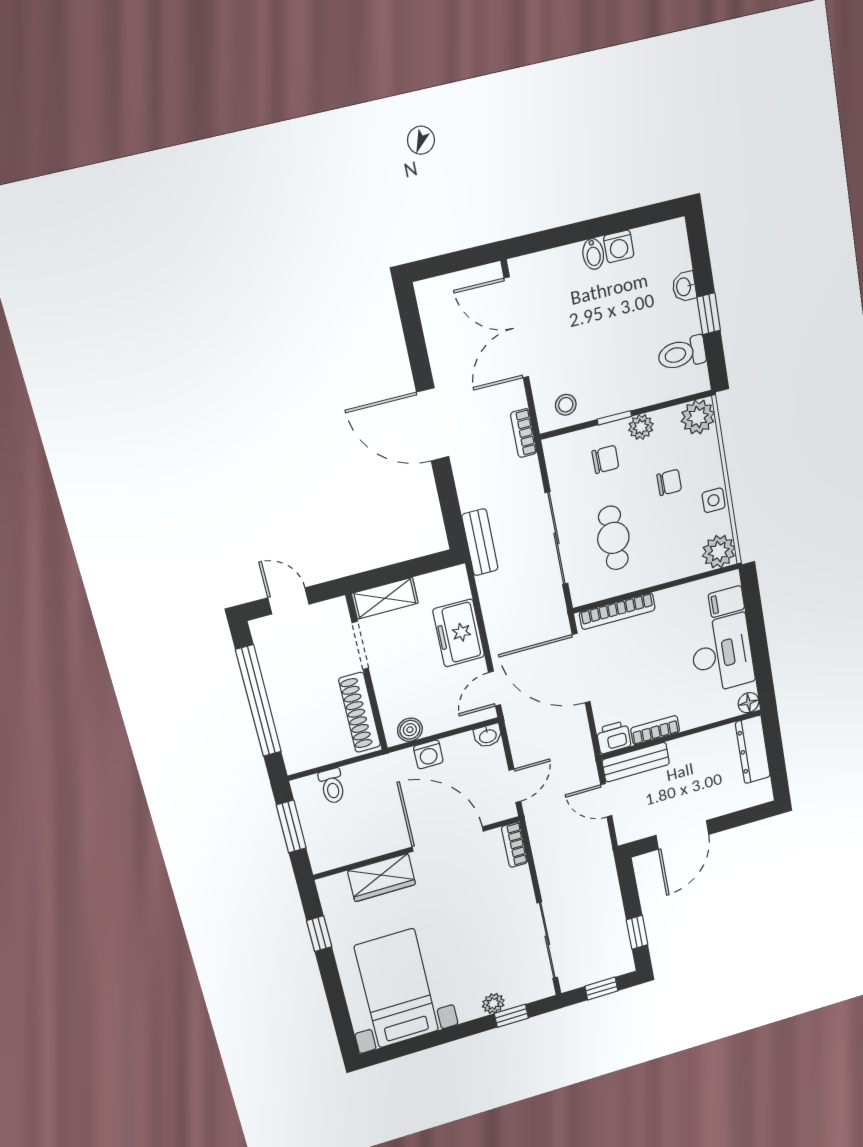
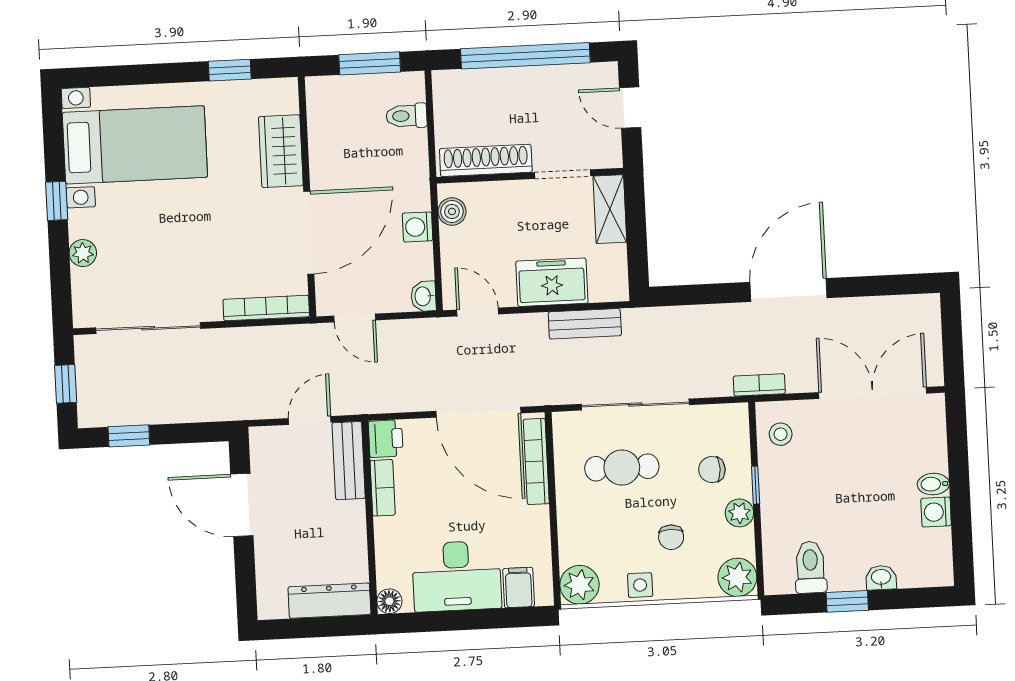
chair: (605, 459) -> (712, 470), turned 90
bench: (480, 542) -> (585, 324), moved
door: (288, 601) -> (630, 108), swing flipped
door: (581, 668) -> (478, 412), swing flipped
bookcase: (515, 845) -> (266, 308), width x1.56
window: (511, 1016) -> (57, 201), moved

